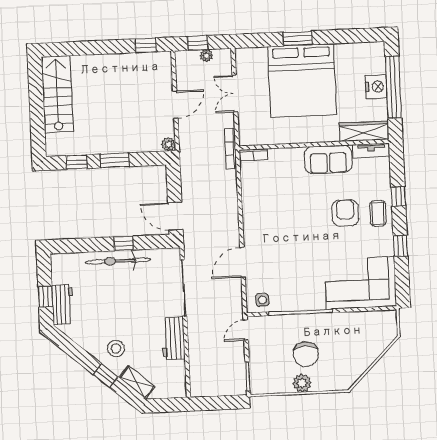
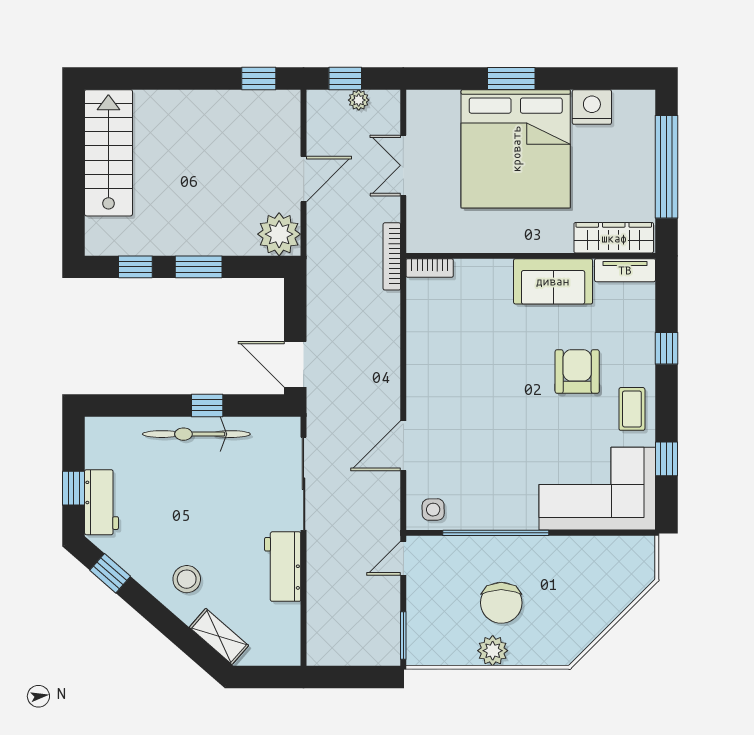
nightstand: (376, 87) -> (592, 107), moved, turned -90
plant: (168, 144) -> (279, 234), width x1.87, depth x1.87
coffee table: (378, 213) -> (632, 409), moved
window: (401, 246) -> (666, 459), moved
window: (106, 376) -> (110, 573), moved

